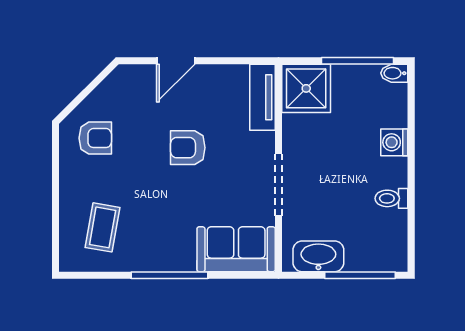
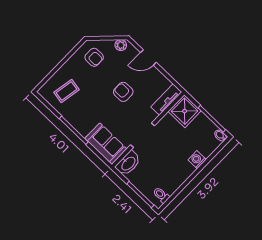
plant: (117, 82) -> (121, 45), added
toilet: (391, 198) -> (161, 195), moved
washbasin: (318, 256) -> (128, 163), moved, turned 90

